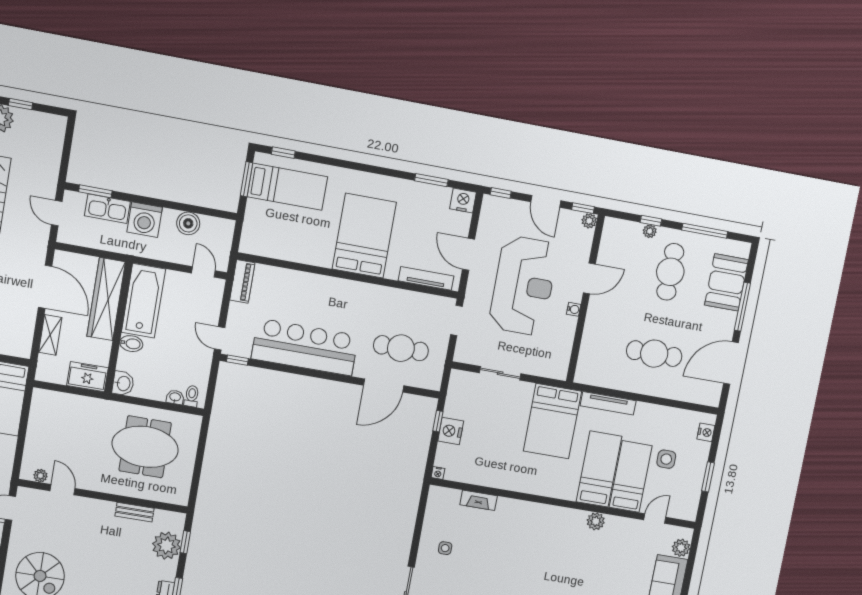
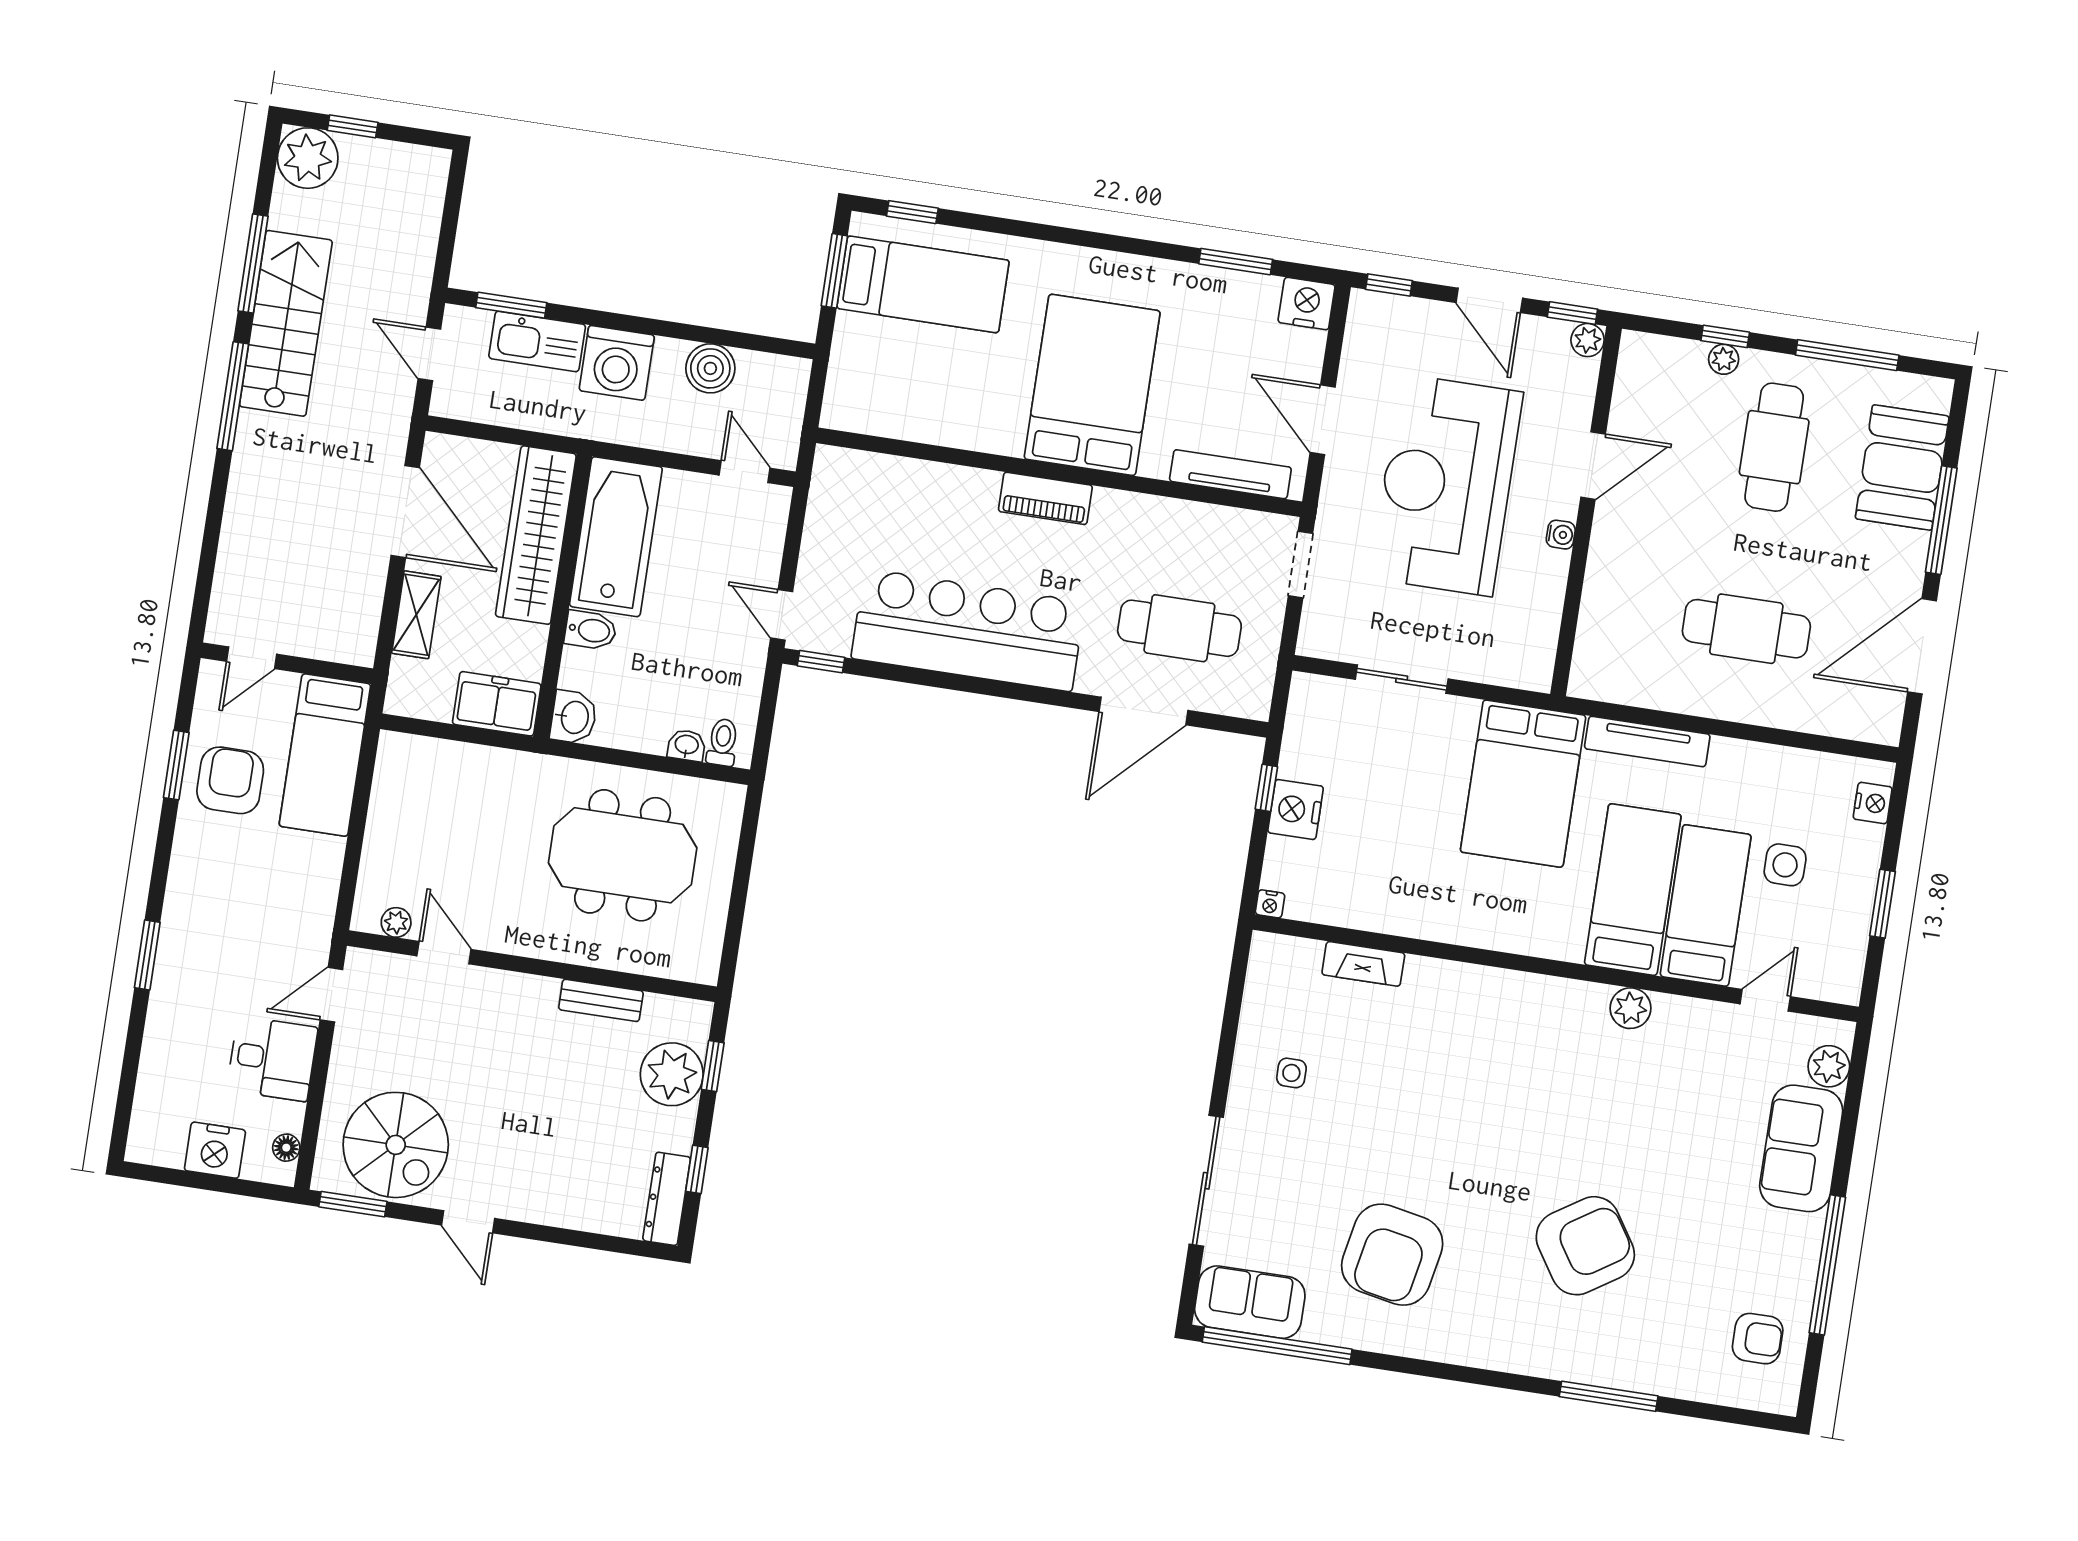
piano: (242, 281) -> (1045, 498), moved, turned 90
reception desk: (523, 286) -> (1447, 485), turned 180

